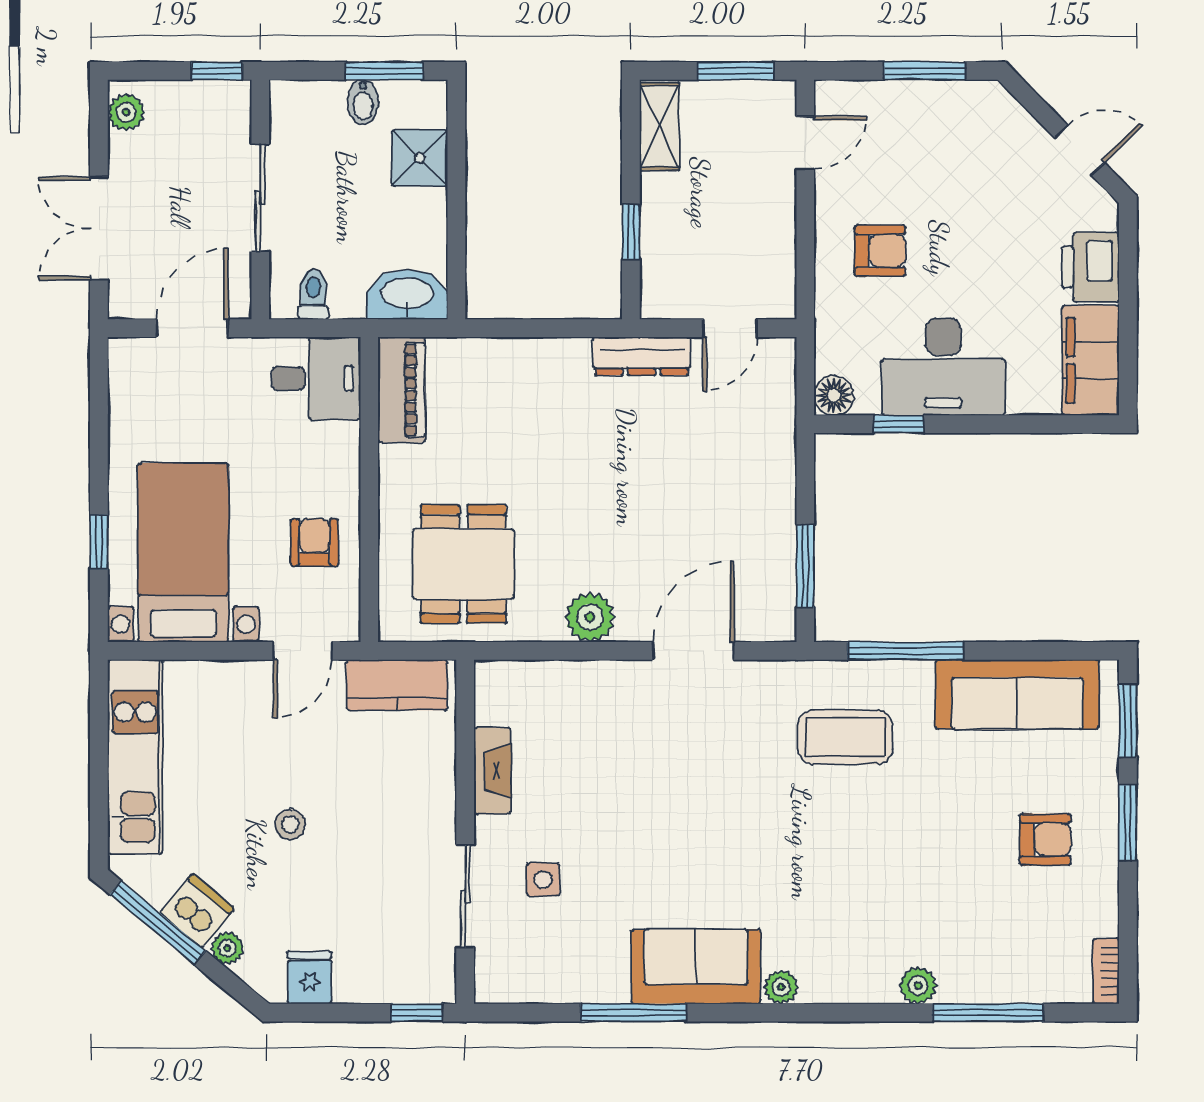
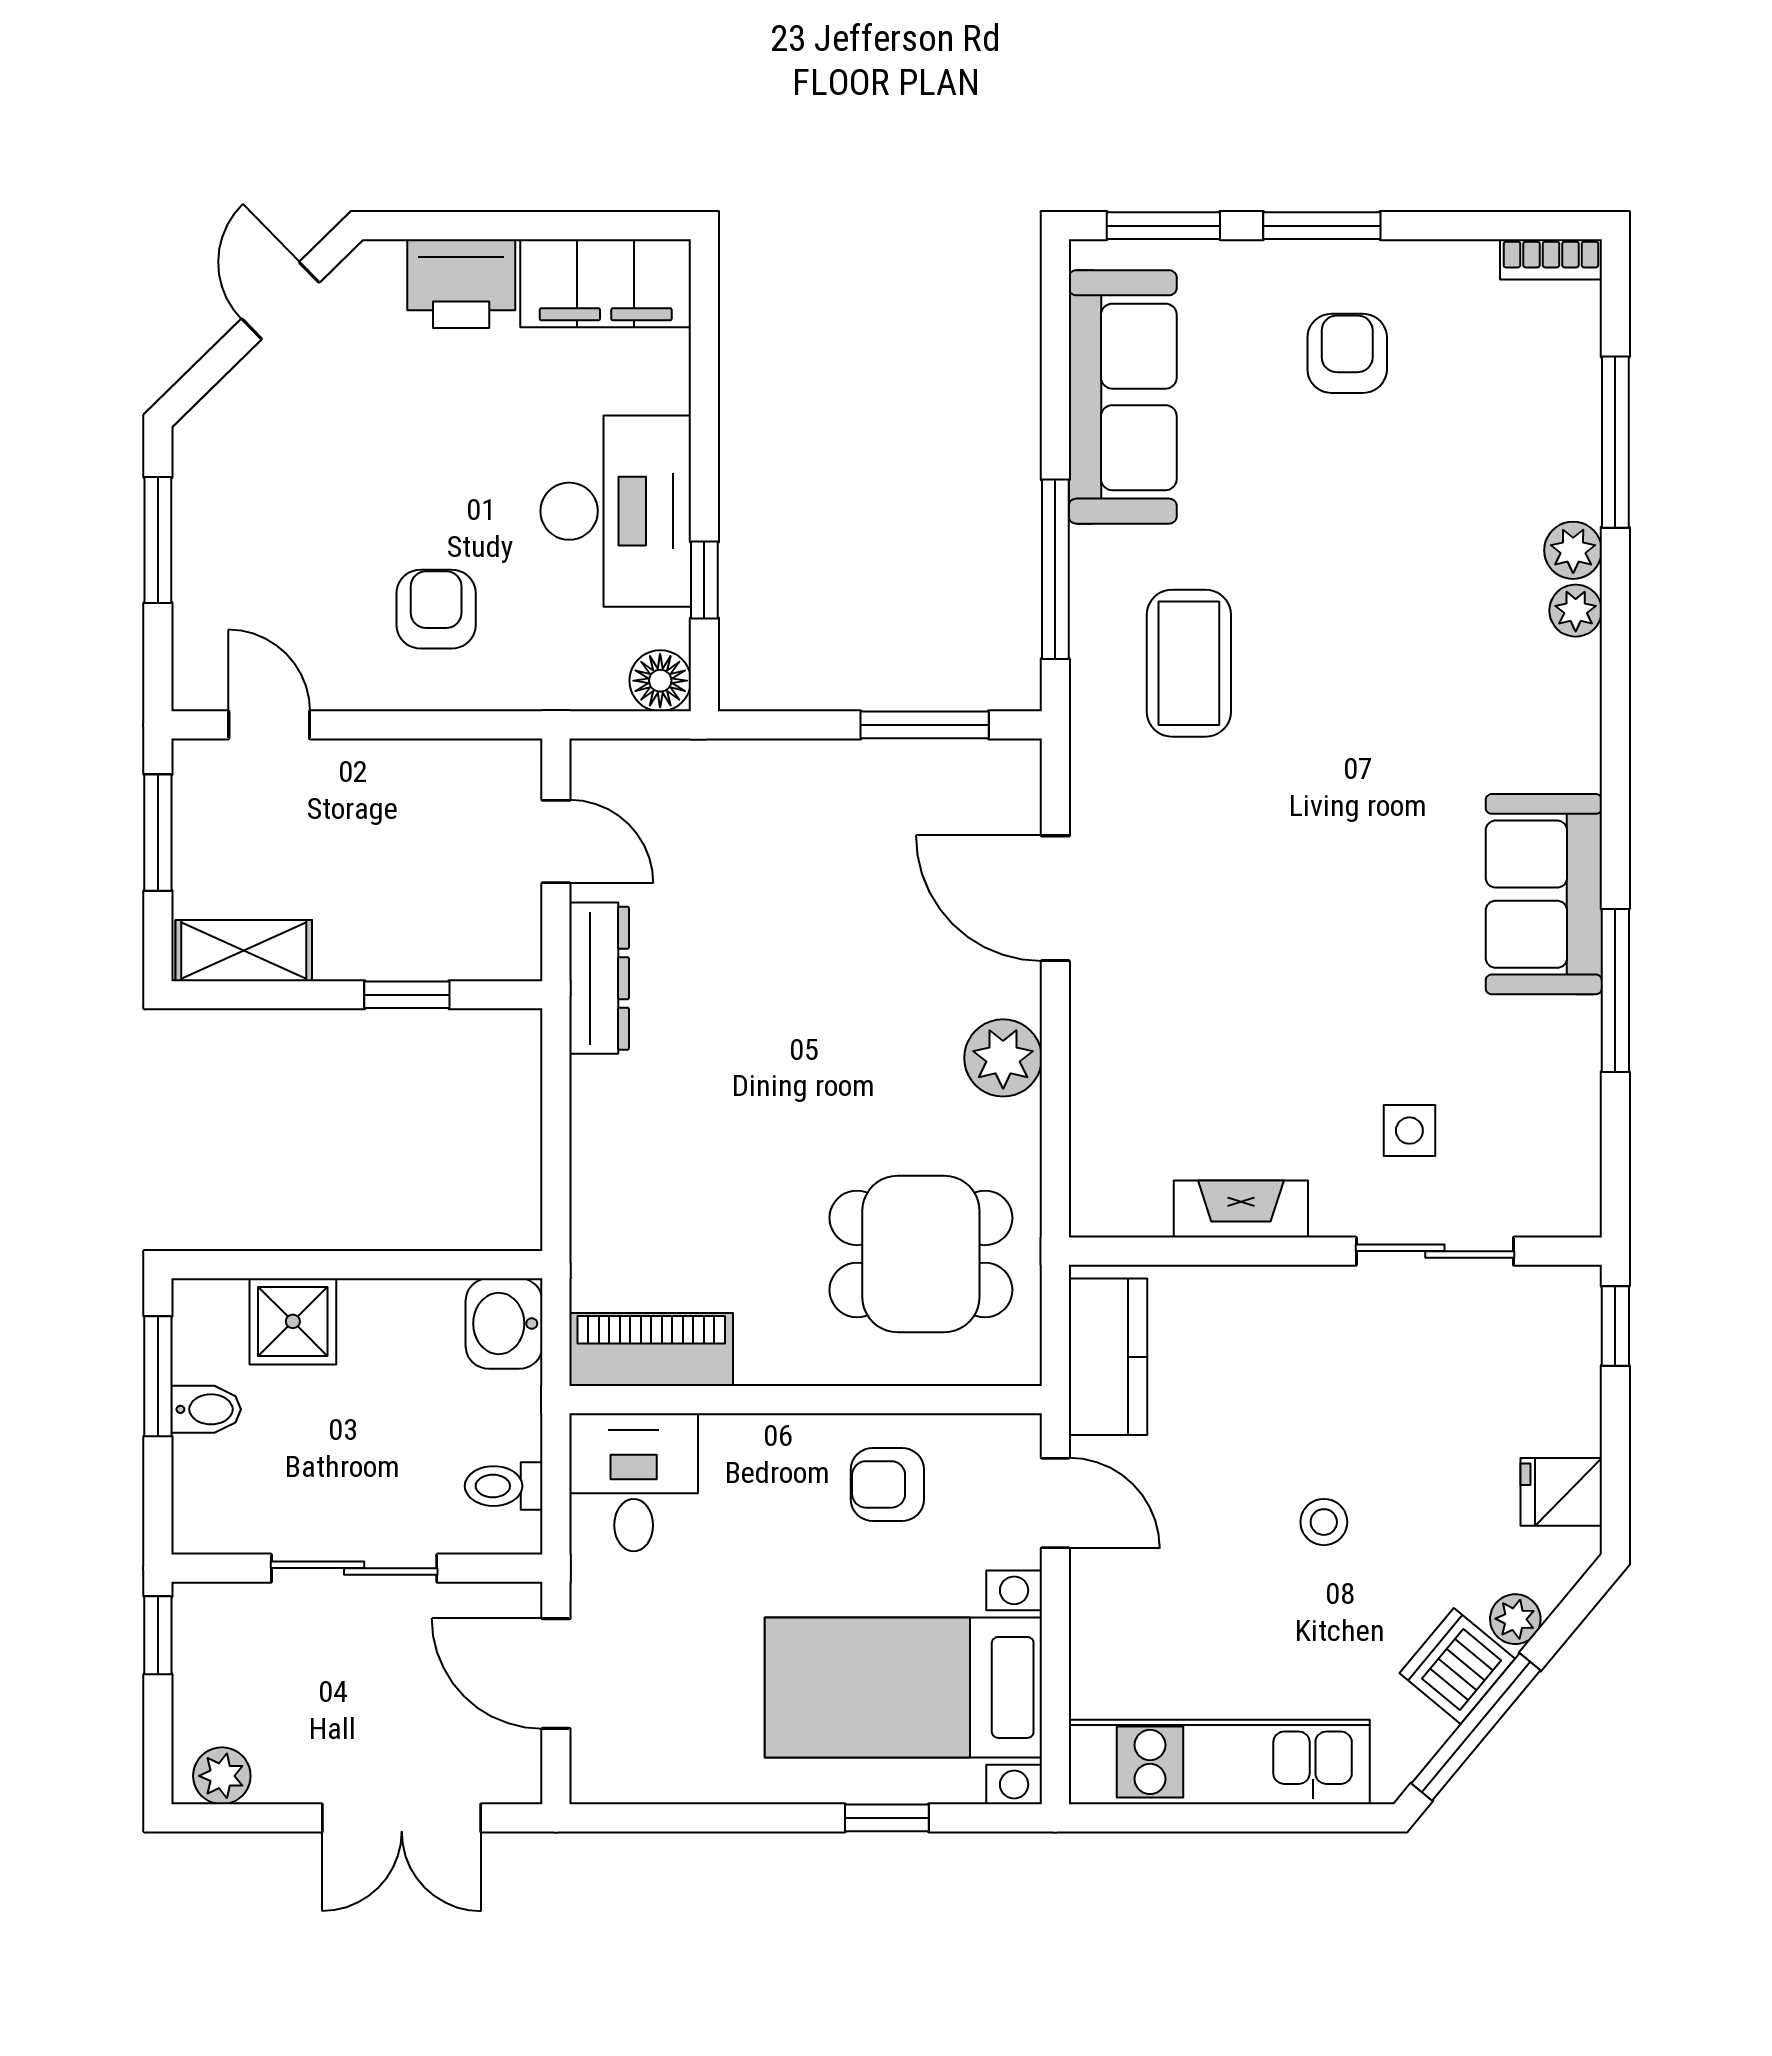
washbasin: (407, 295) -> (504, 1323), width x0.72
plant: (781, 987) -> (1576, 611), moved

